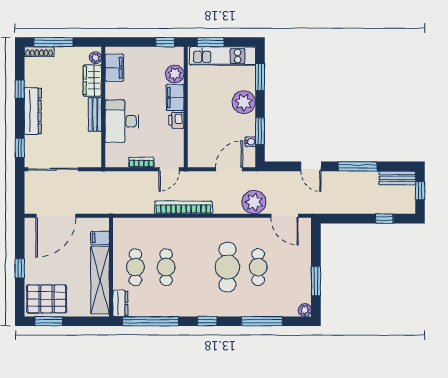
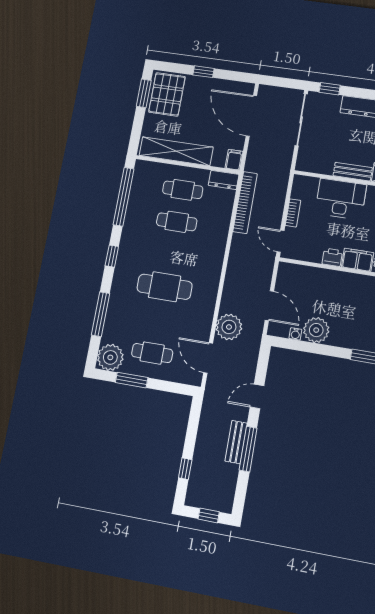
plant: (244, 102) -> (316, 330), moved
window: (260, 131) -> (306, 347), removed
bench: (397, 178) -> (236, 442), moved
bookcase: (184, 207) -> (245, 203), moved
door: (285, 216) -> (208, 358), hinge flipped
filing cabinet: (100, 238) -> (234, 160), moved
cafe table: (258, 267) -> (152, 353), moved
dresser: (120, 303) -> (224, 180), moved
plant: (305, 310) -> (110, 357), width x1.88, depth x1.88

